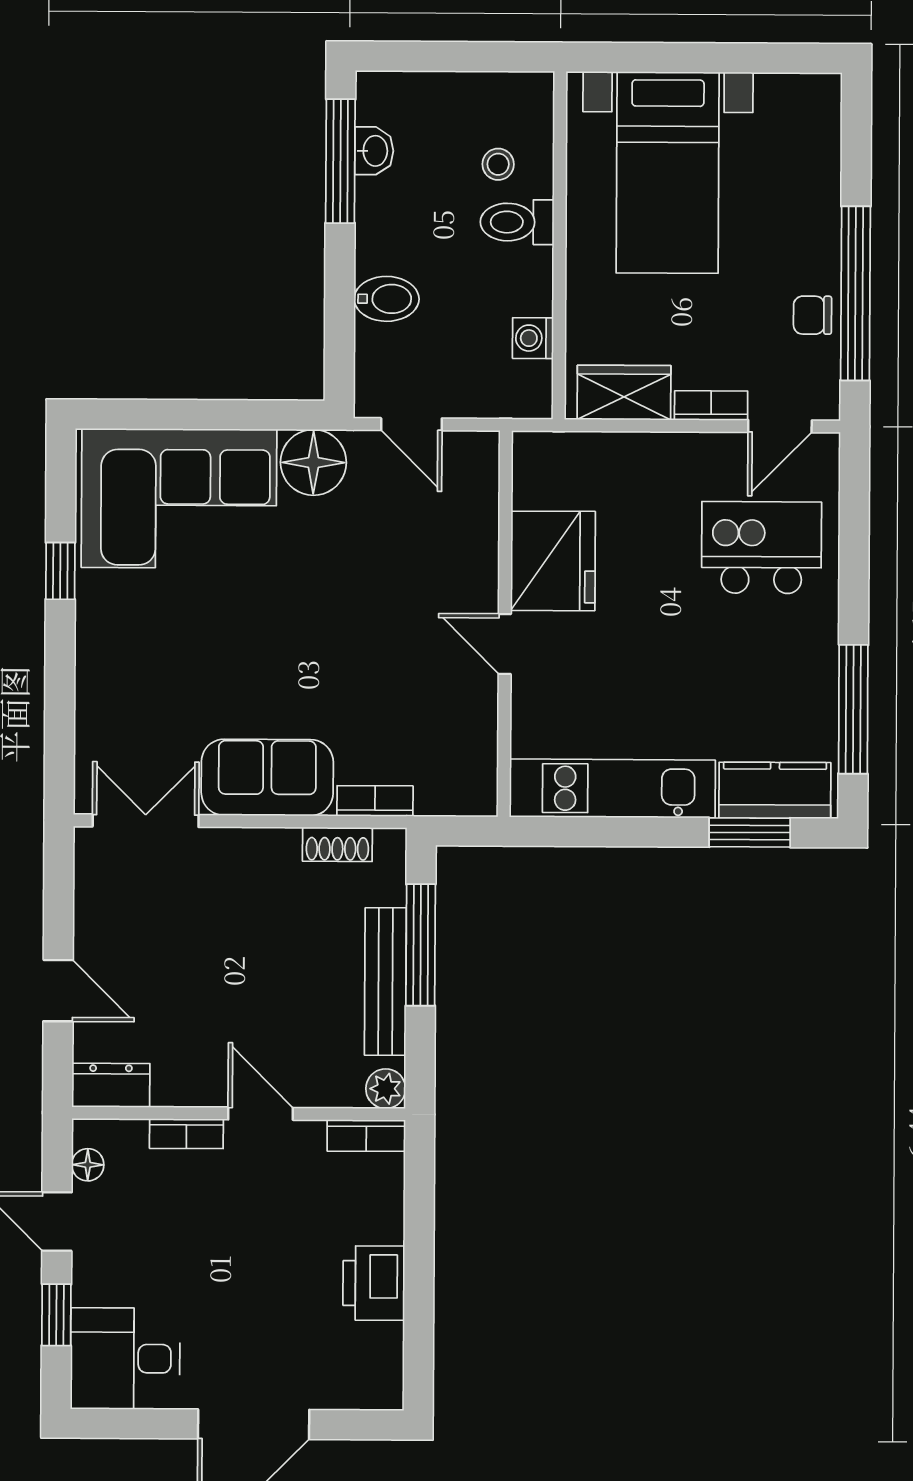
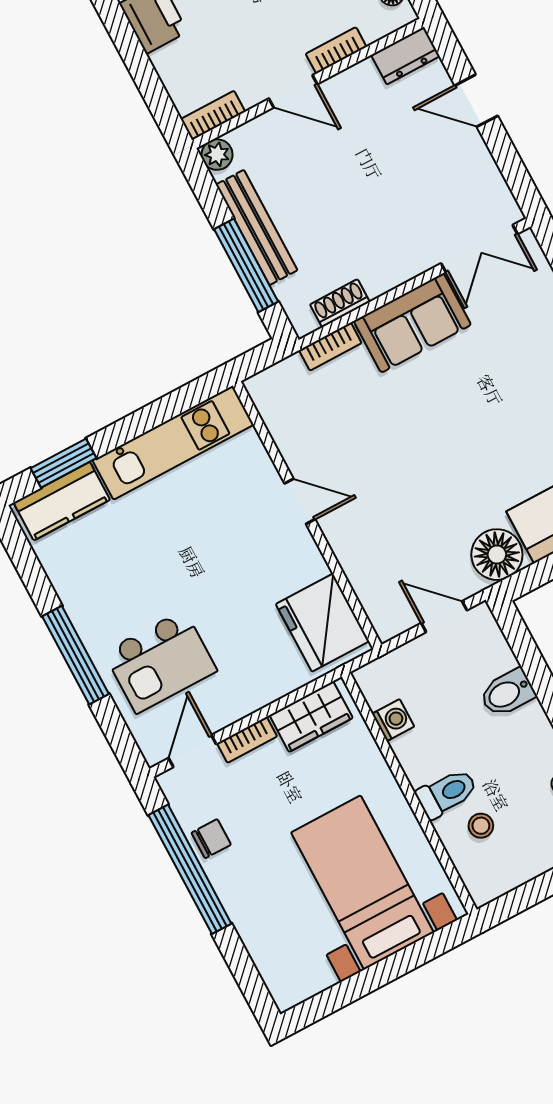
fridge: (553, 561) -> (323, 623), moved
window: (853, 709) -> (76, 655), moved

